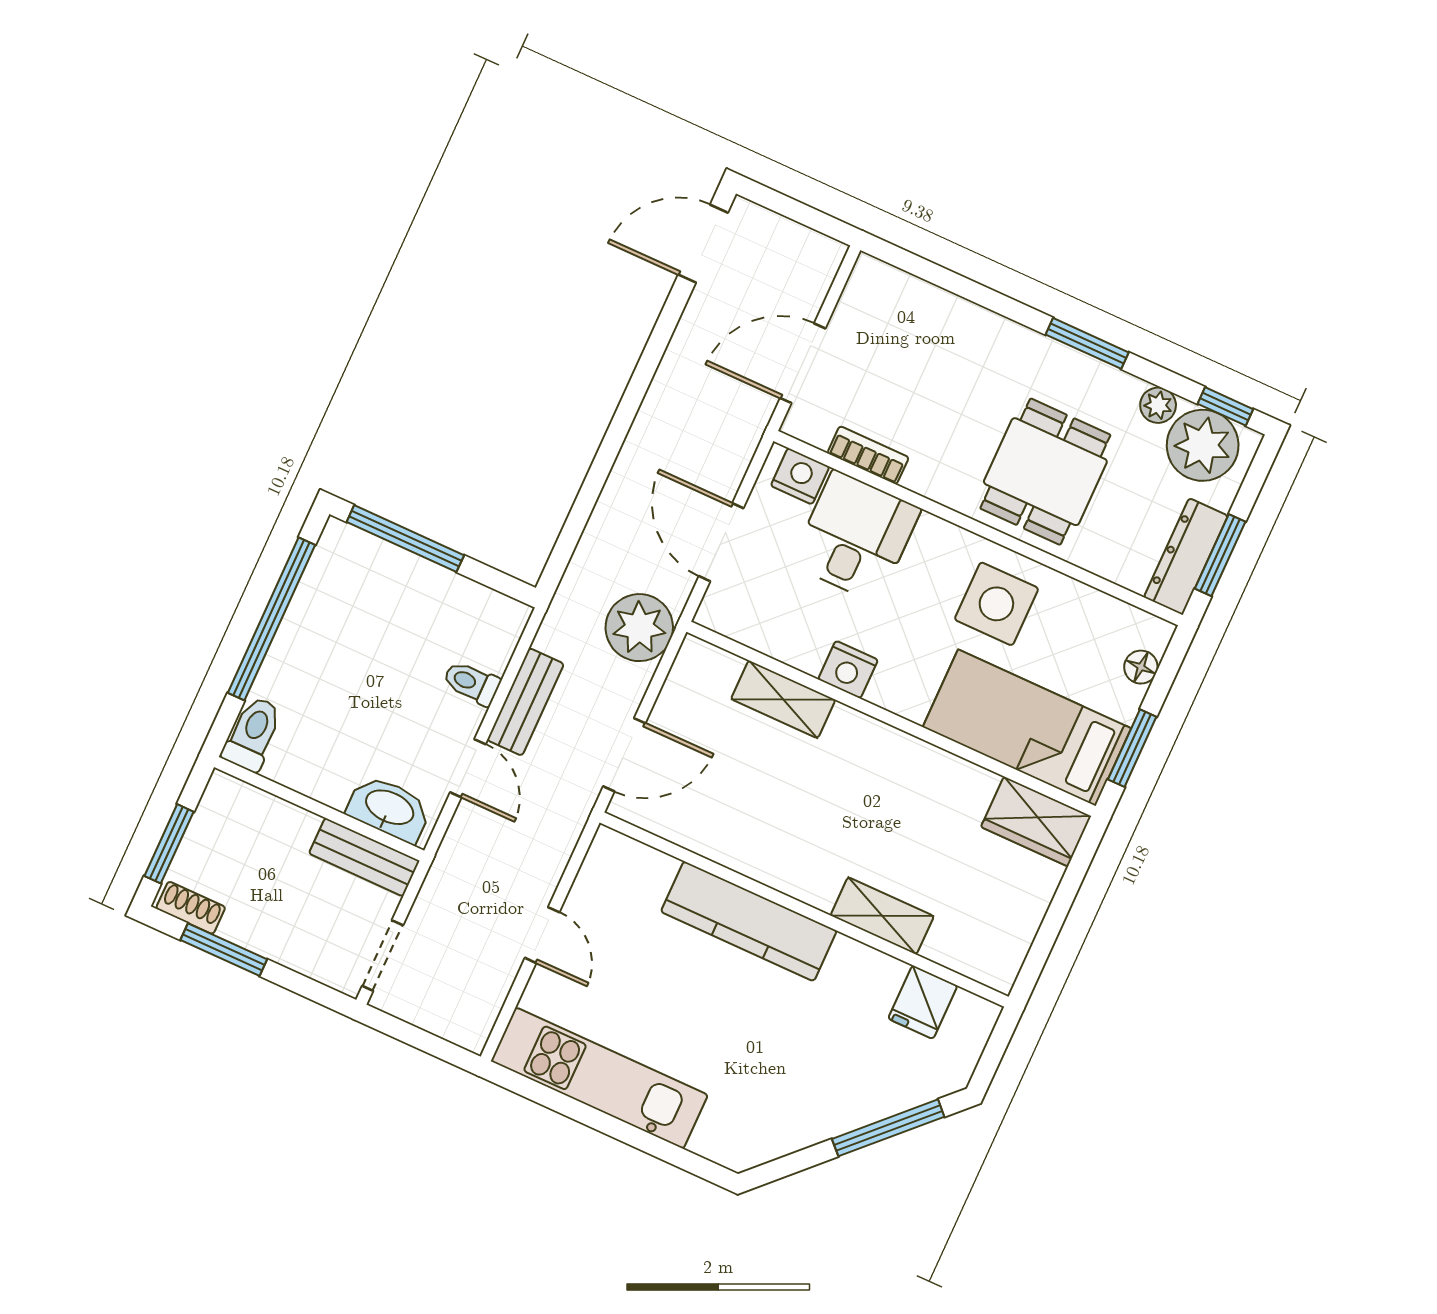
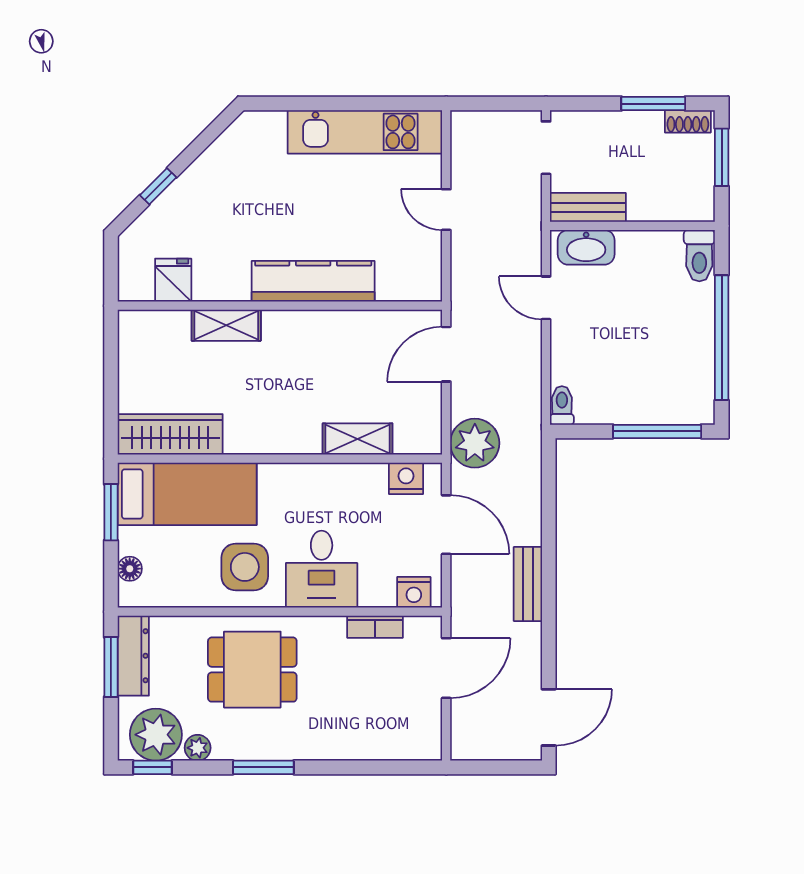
dining table: (1045, 472) -> (252, 670), turned 90
desk: (856, 536) -> (322, 569), moved
nightstand: (848, 670) -> (406, 478), moved
toilet: (472, 683) -> (562, 405), moved, turned -90
bench: (525, 702) -> (528, 584), moved
wardrobe: (1036, 821) -> (170, 434), width x1.50
window: (888, 1128) -> (158, 186), width x0.46

